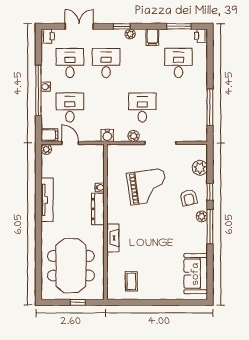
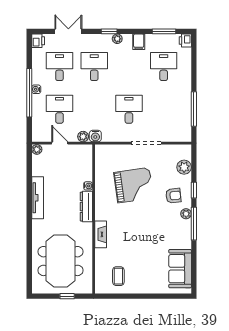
filing cabinet: (49, 135) -> (40, 135), removed
plant: (134, 136) -> (83, 137), moved
armchair: (189, 198) -> (173, 196), turned -83

